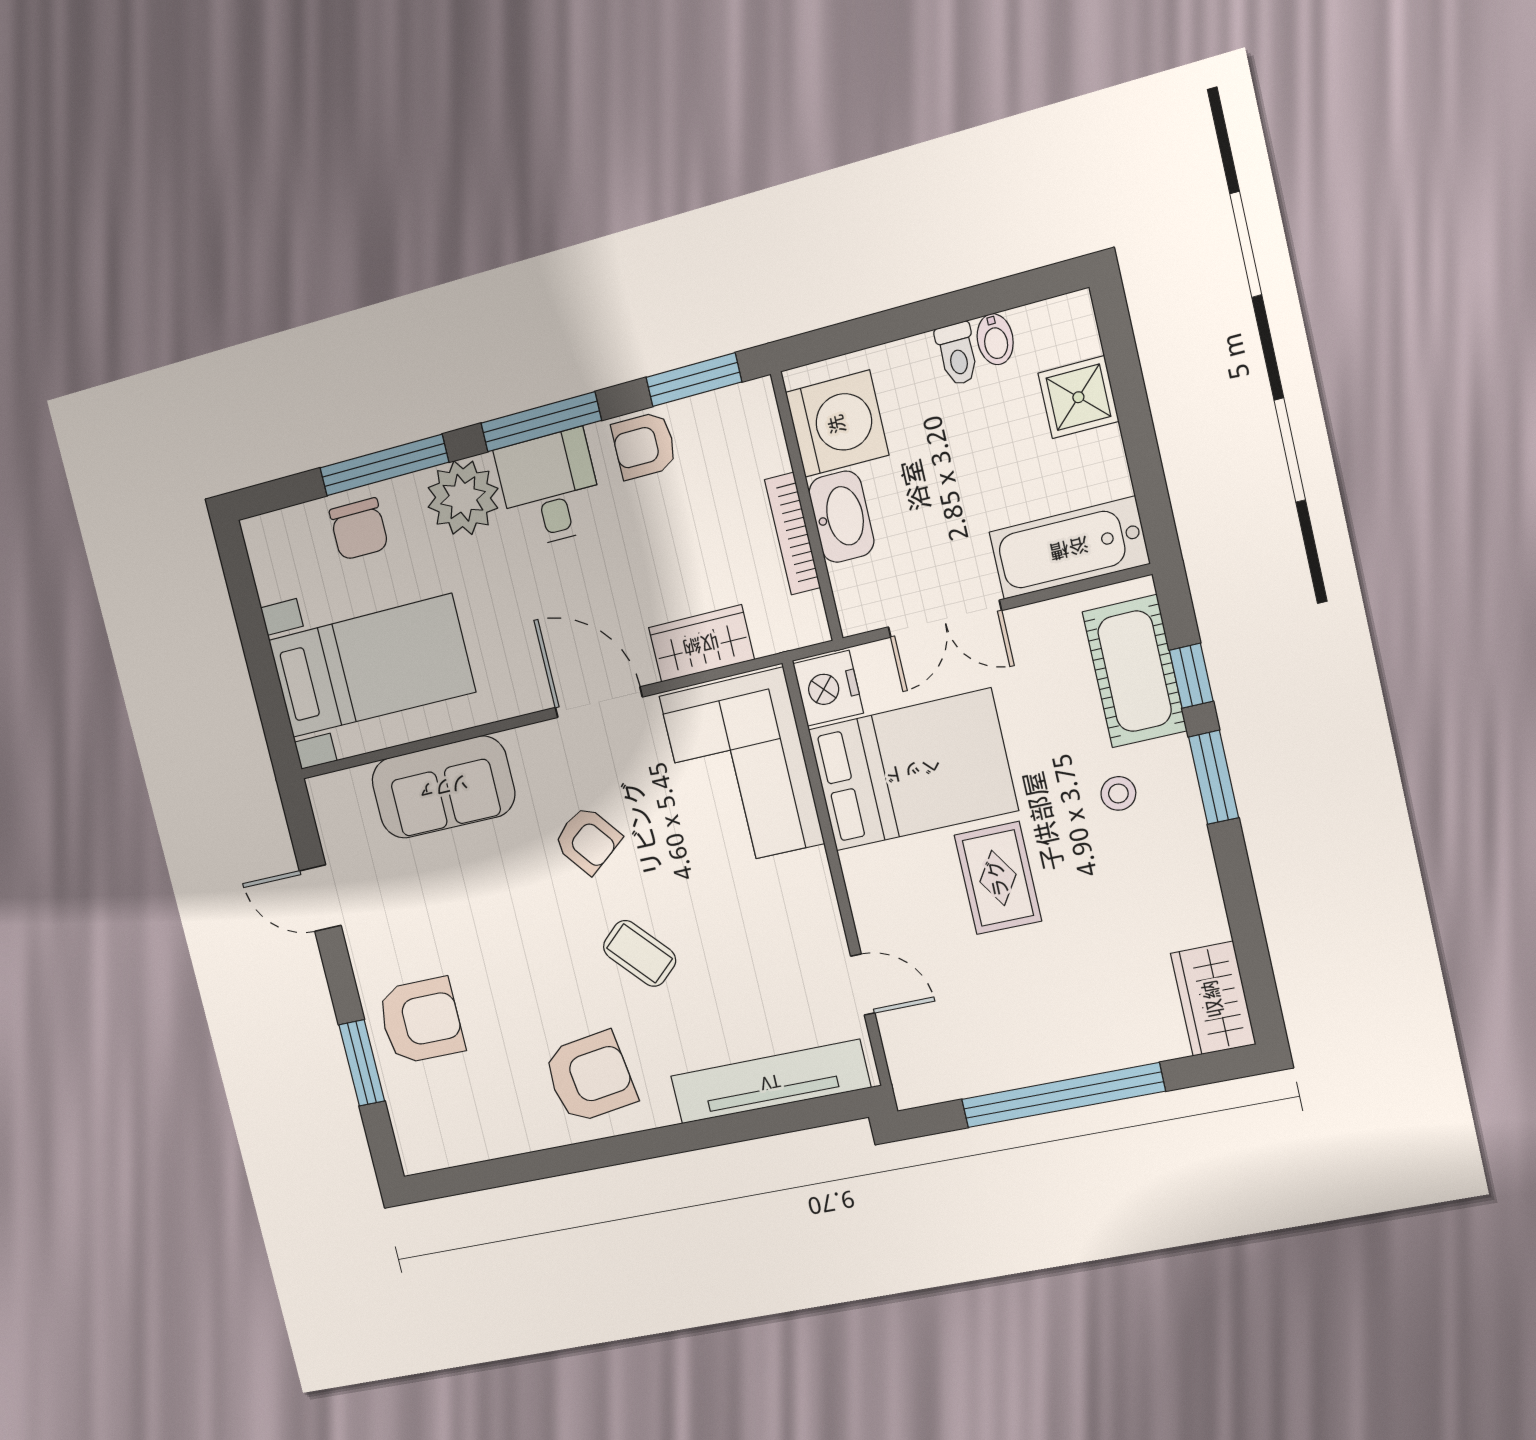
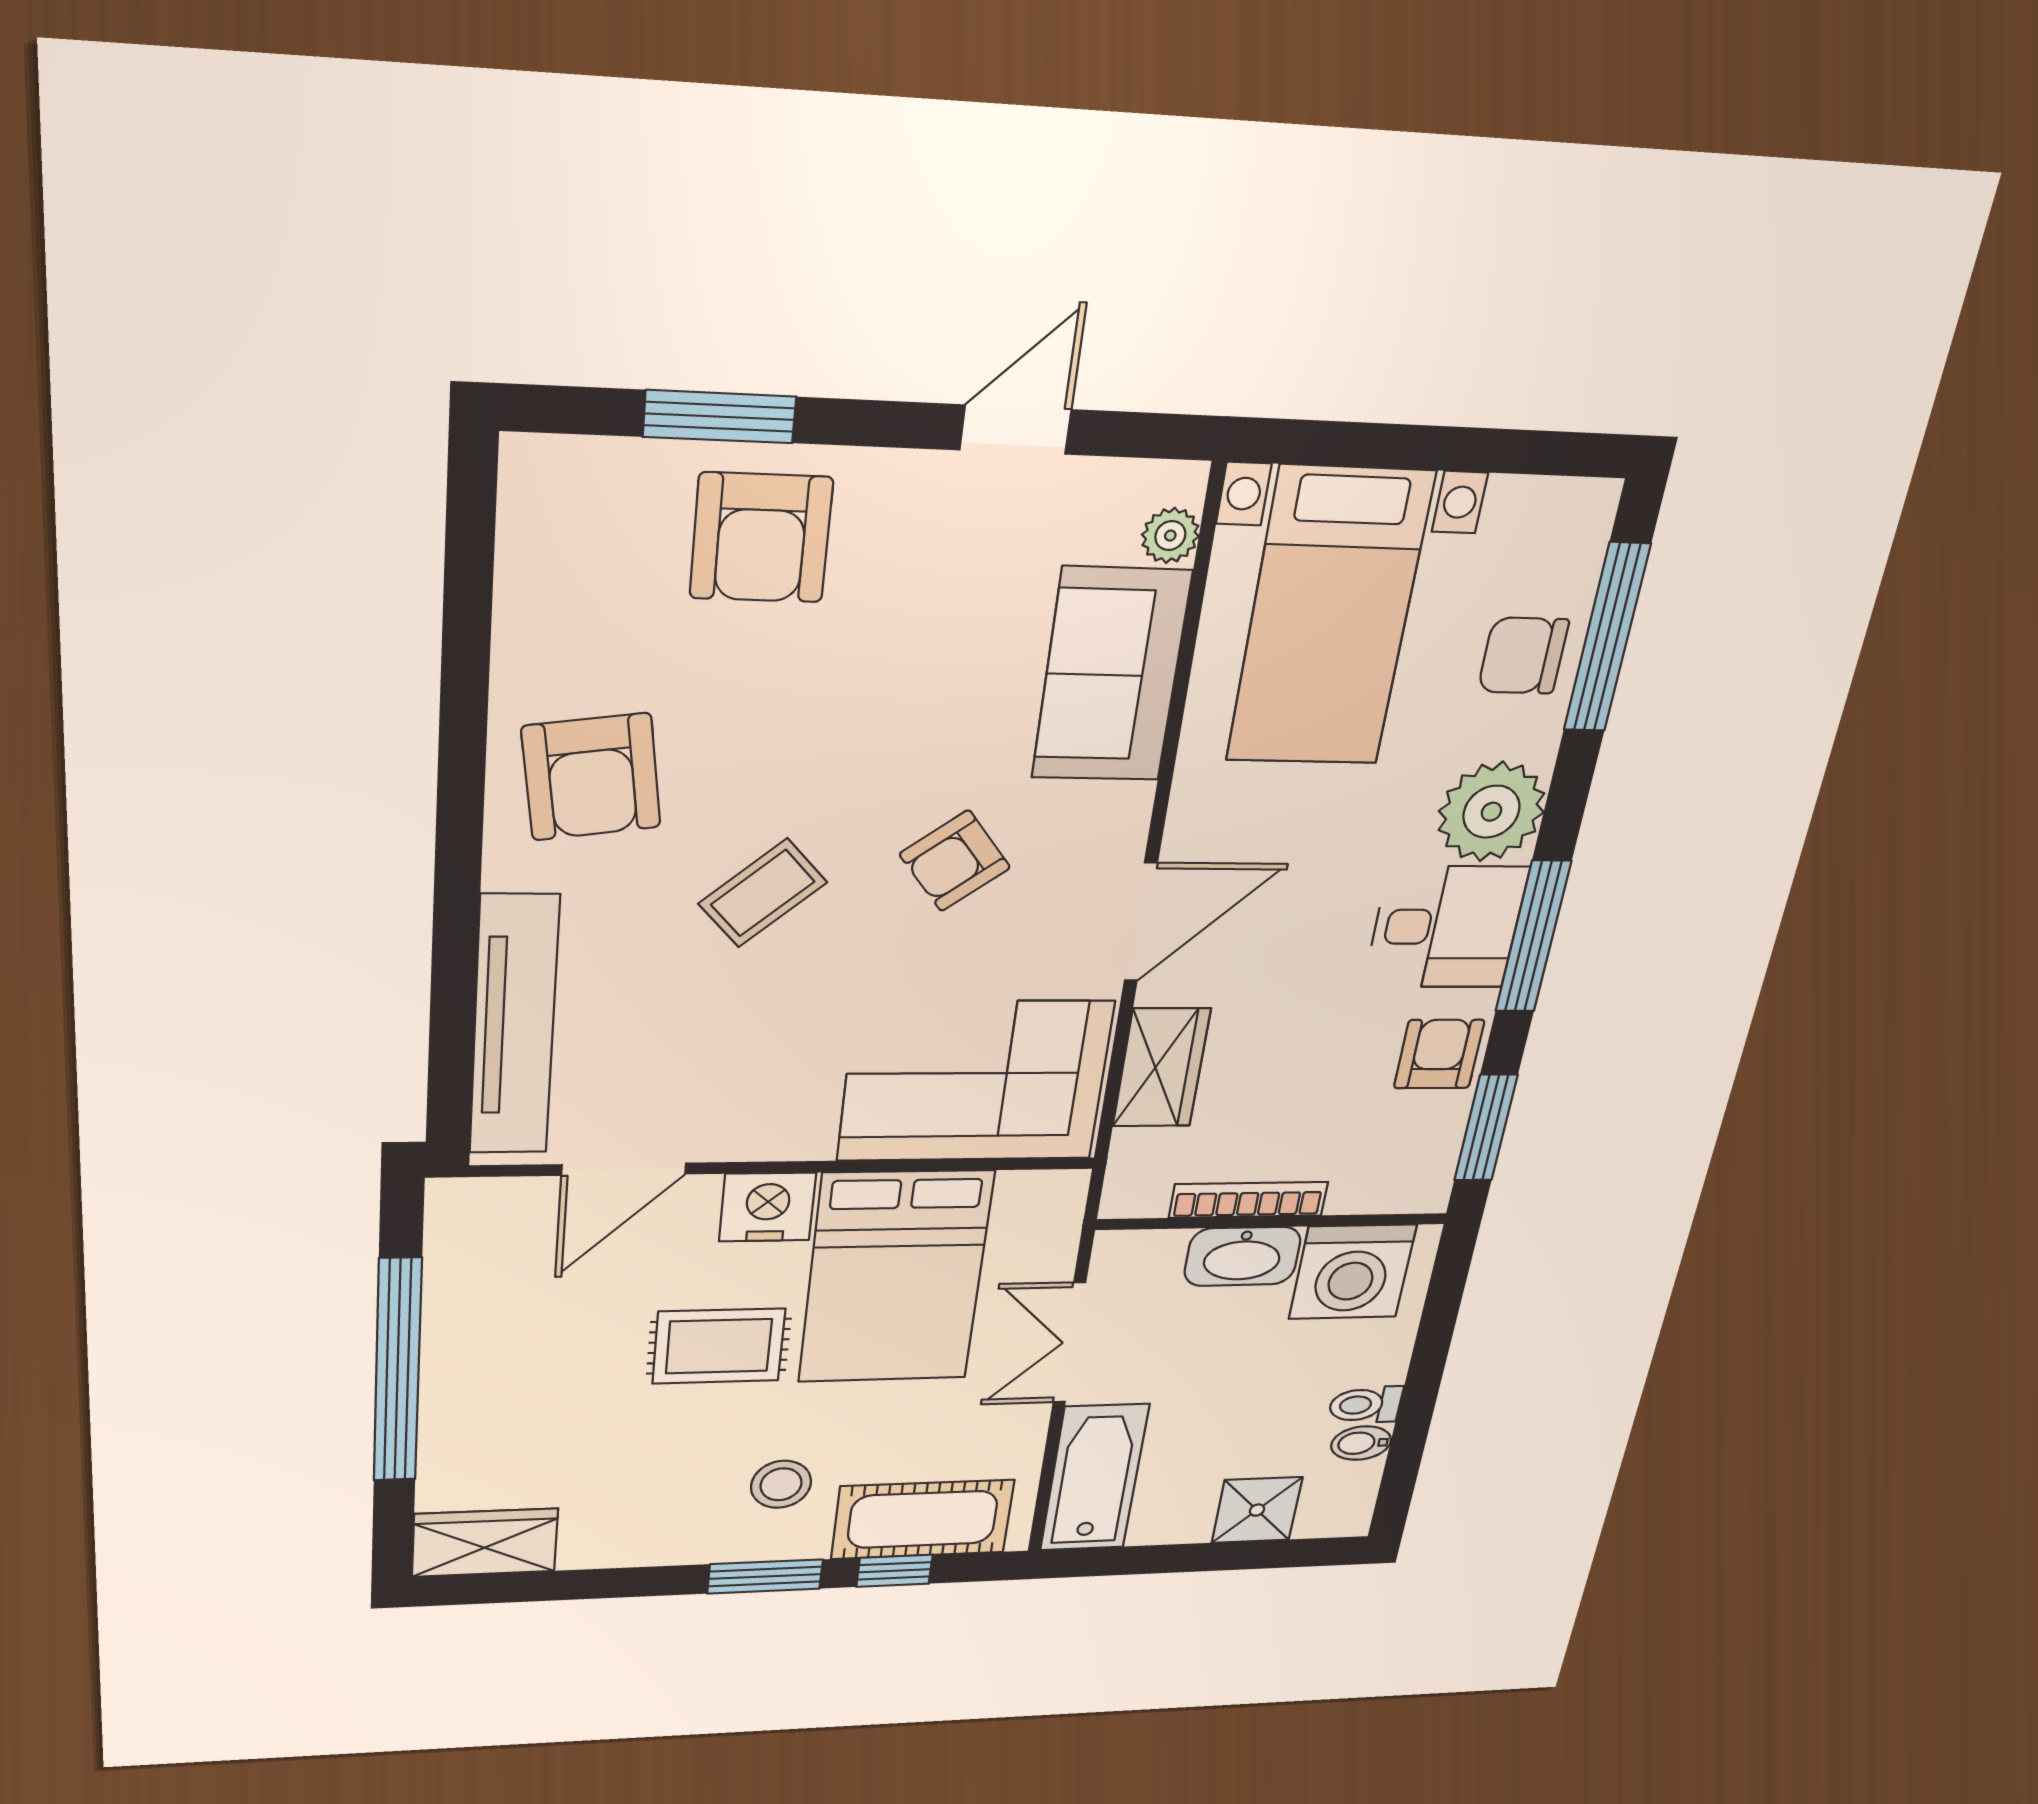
window: (384, 465) -> (1607, 638), moved
nightstand: (828, 688) -> (768, 1207), moved
plant: (352, 785) -> (1170, 536), added
stool: (1118, 793) -> (781, 1484), width x1.37, depth x1.37
door: (863, 985) -> (624, 1169), width x1.38

